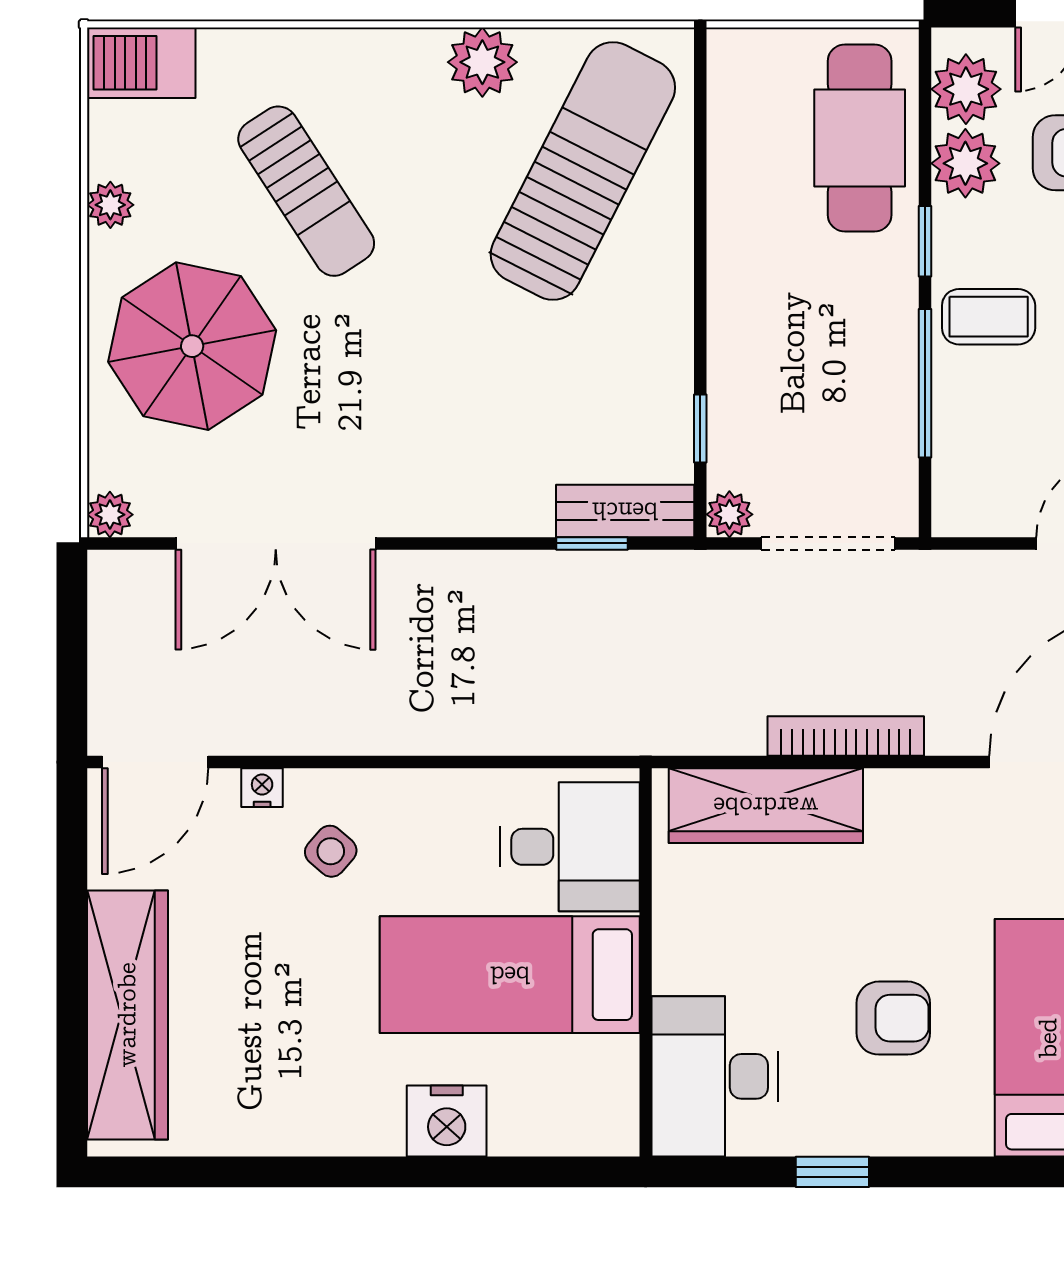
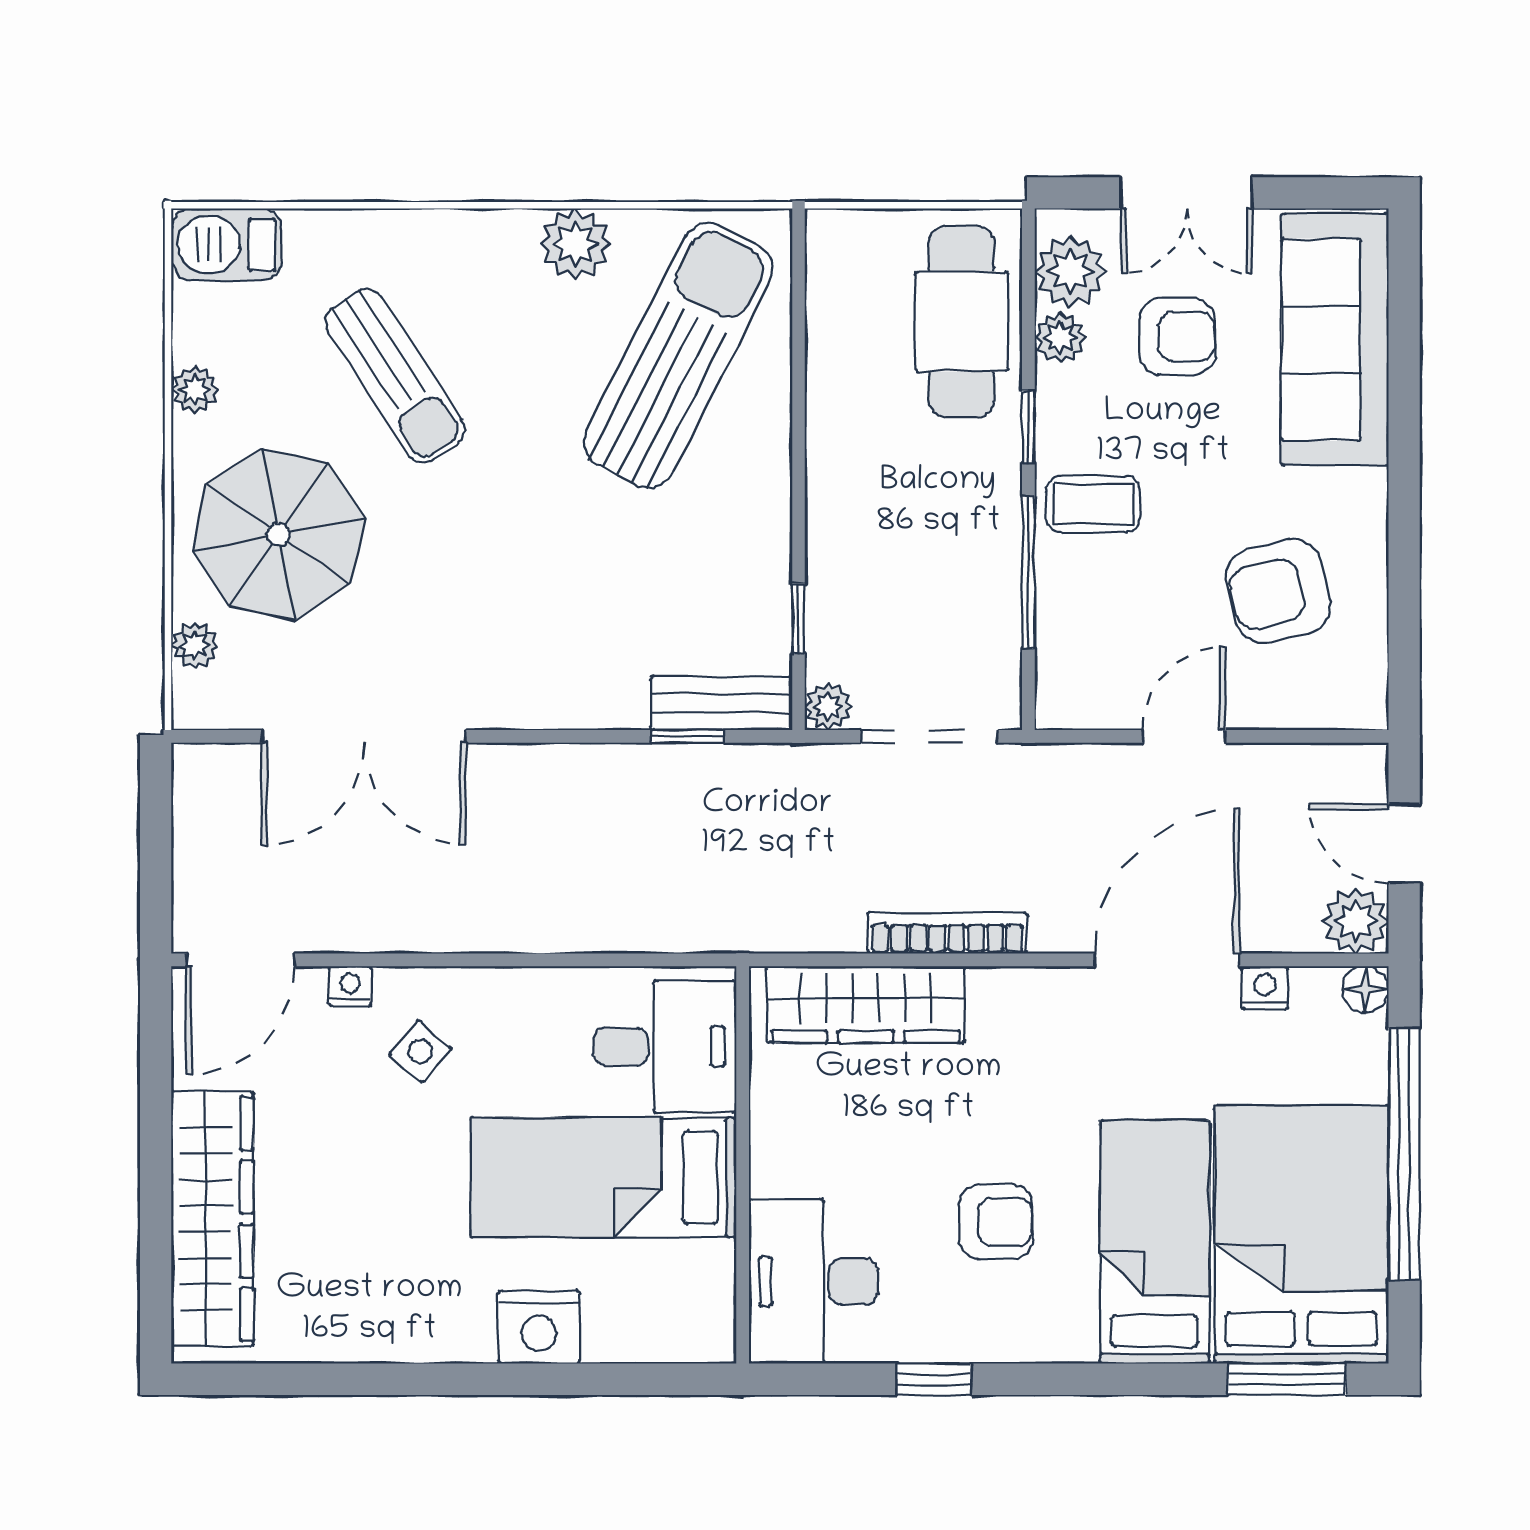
plant: (965, 163) -> (1060, 338), width x0.73, depth x0.73
plant: (110, 515) -> (195, 646), moved

